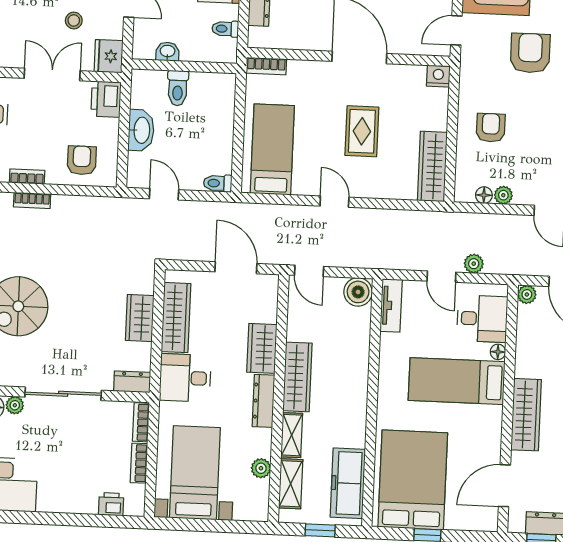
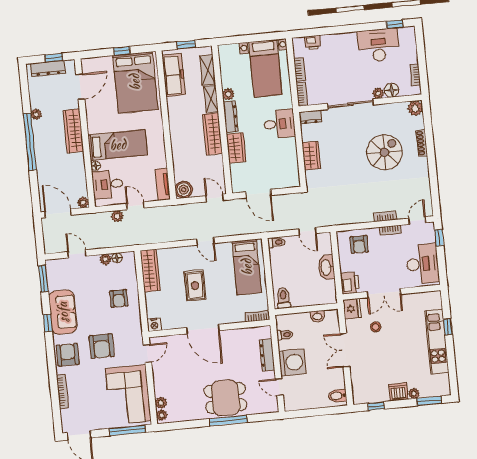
toilet: (178, 88) -> (283, 298), moved
wardrobe: (176, 318) -> (290, 159), removed
plant: (261, 468) -> (228, 94), moved

